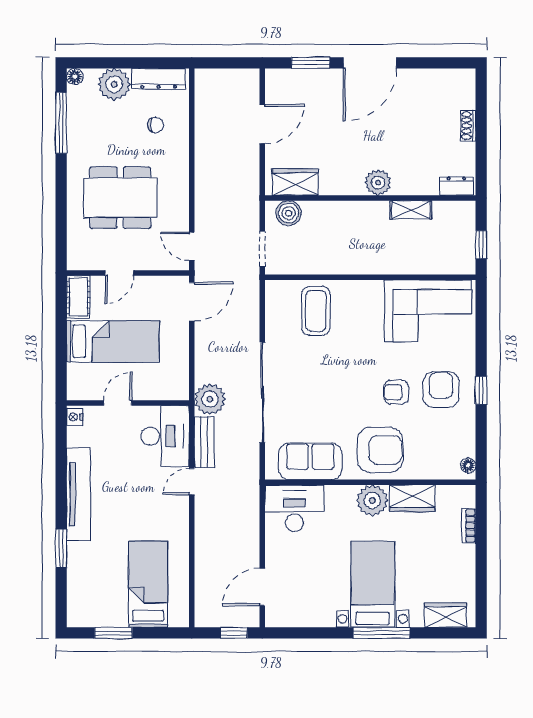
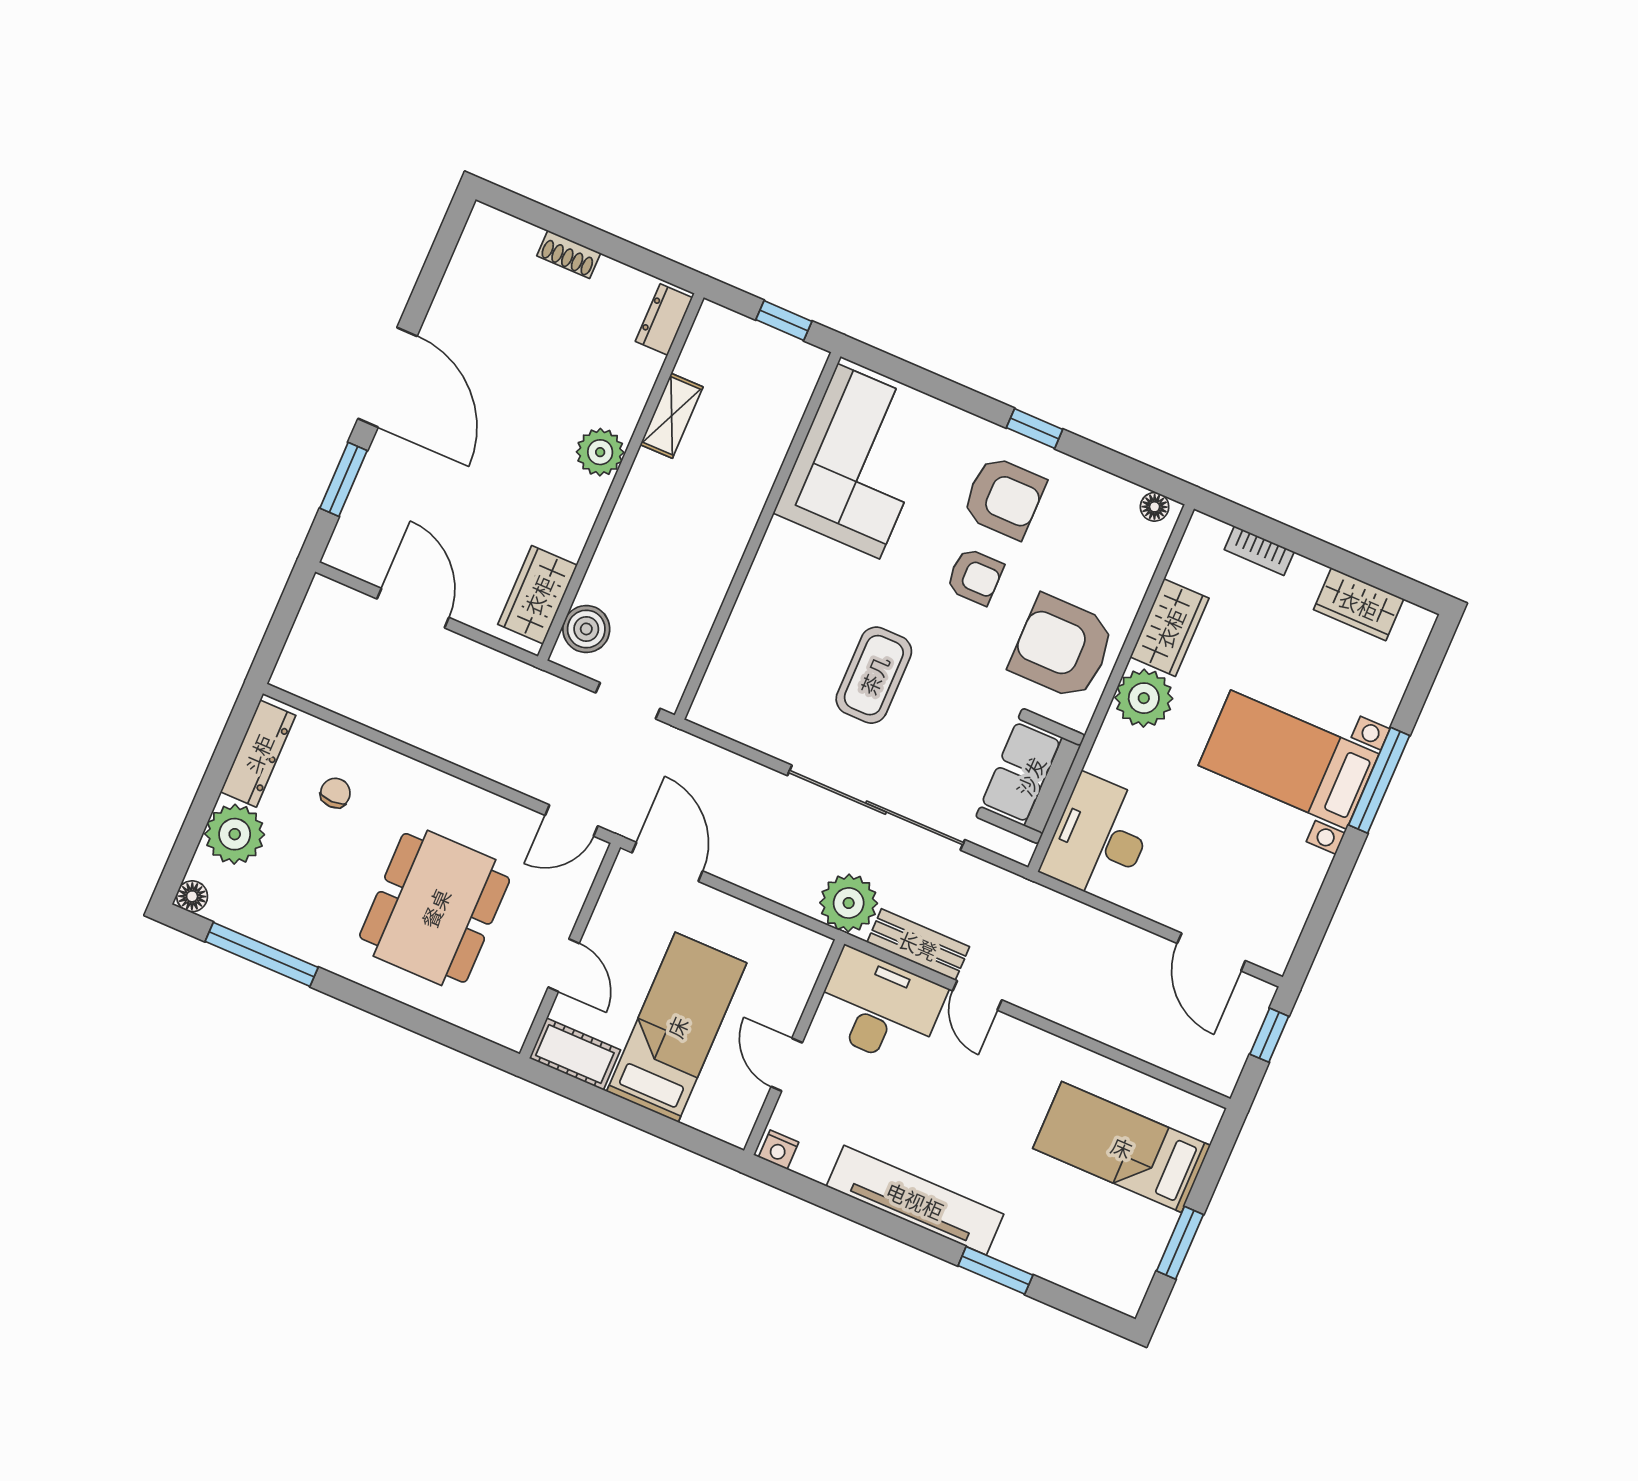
coffee table: (316, 311) -> (874, 675), moved, turned 90
armchair: (441, 390) -> (1004, 497), turned 180
armchair: (396, 392) -> (975, 577), turned -90
armchair: (380, 450) -> (1062, 647), turned -90
wardrobe: (446, 615) -> (1359, 604), moved, turned -90

